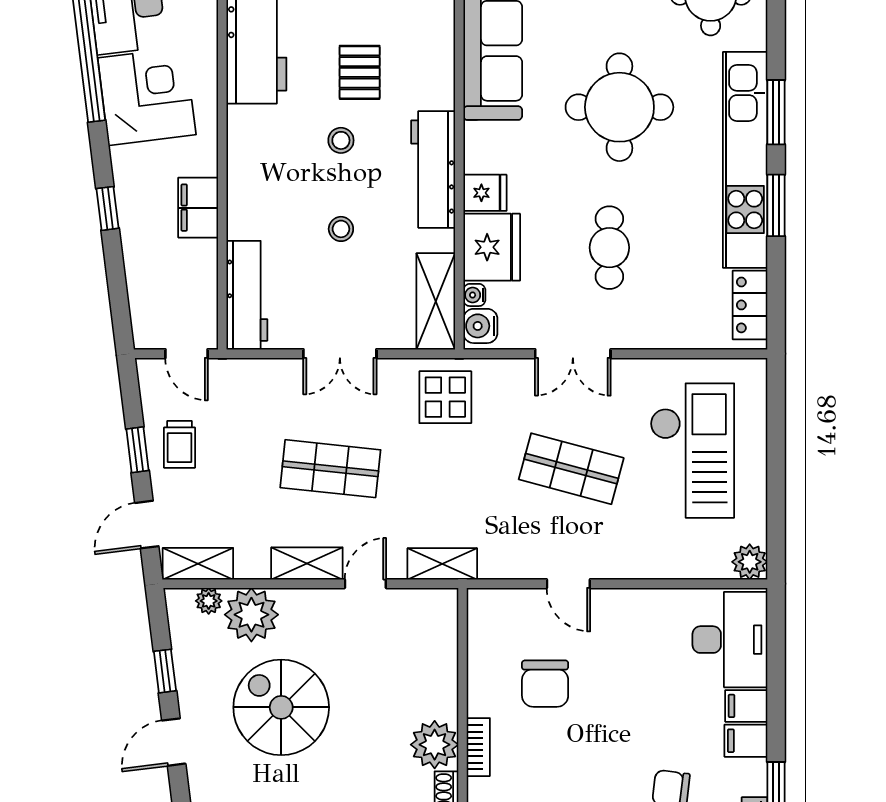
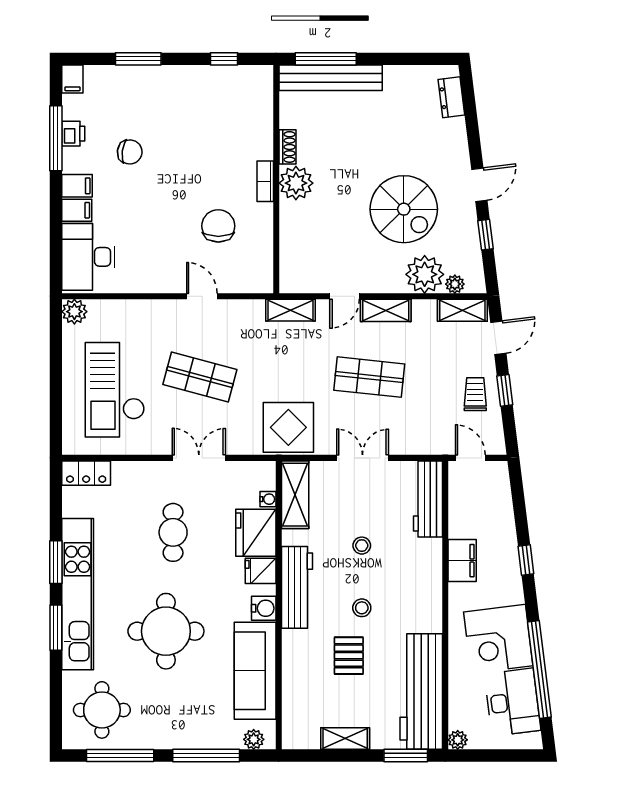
locker: (750, 305) -> (86, 473), moved, turned 90
water cooler: (480, 326) -> (264, 608), moved
display table: (445, 397) -> (288, 427), width x1.36, depth x1.36

